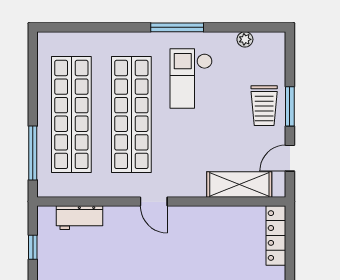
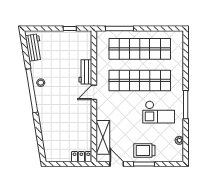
checkout: (191, 79) -> (159, 112), turned 180
workbench: (80, 218) -> (85, 72), moved
locker: (276, 235) -> (81, 157), width x0.66

